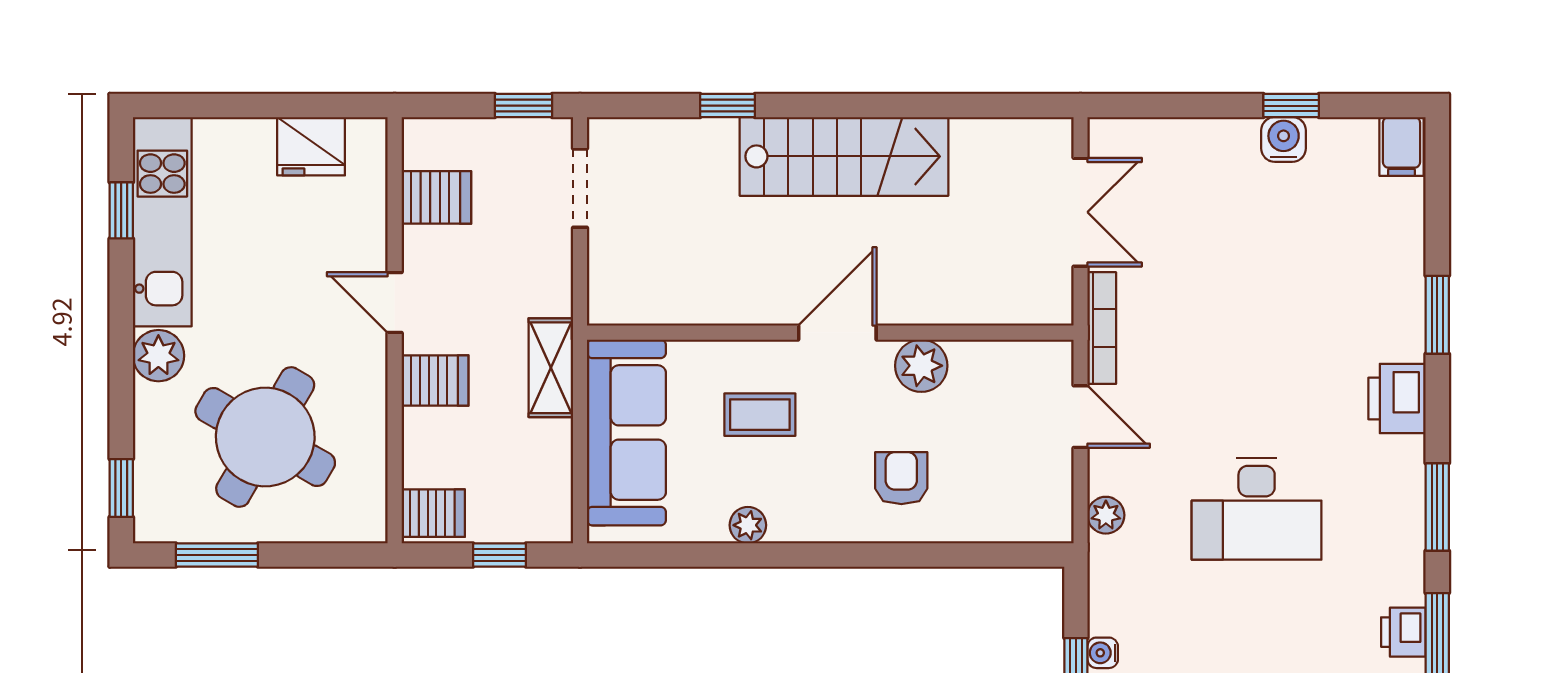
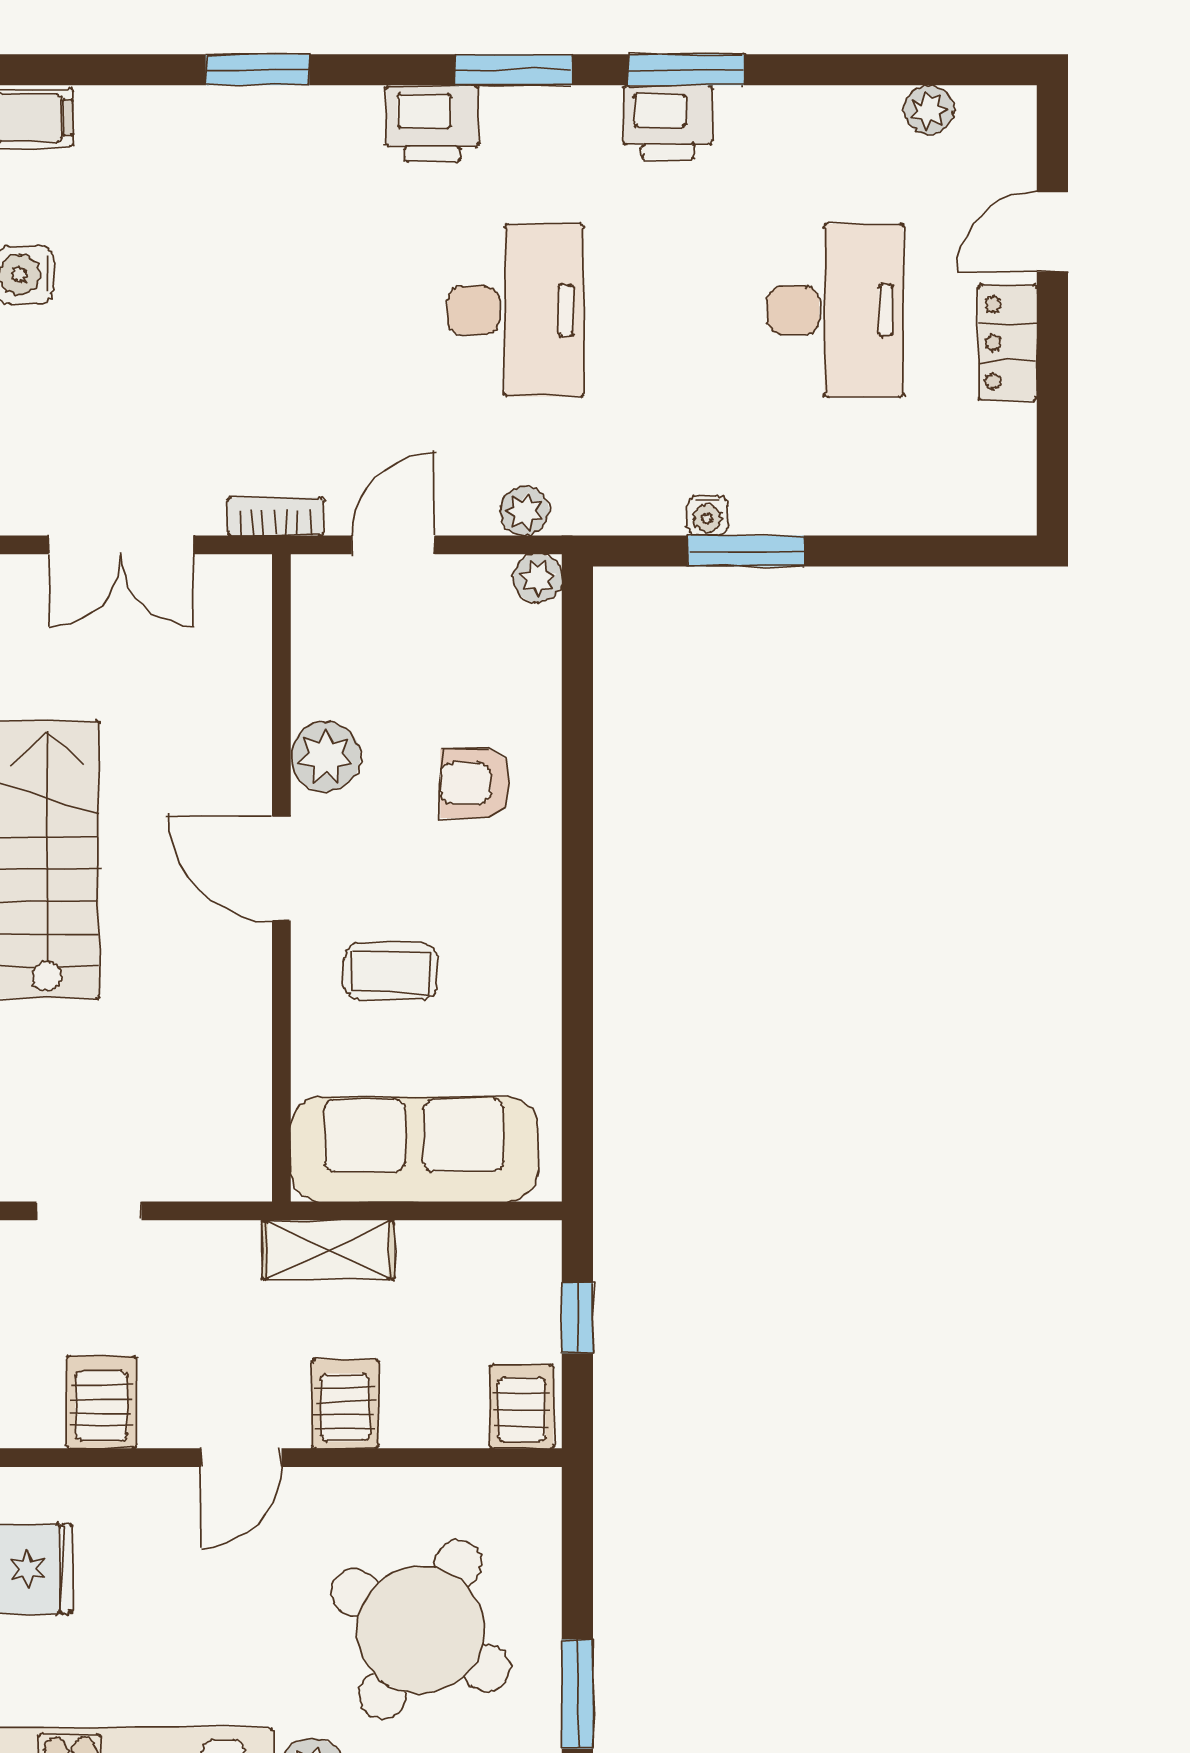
double door: (1080, 212) -> (121, 545), swing flipped
bookcase: (1102, 328) -> (275, 516), width x0.64
printer: (1397, 398) -> (432, 123), moved
coffee table: (760, 415) -> (391, 972), turned 90
plant: (748, 525) -> (538, 578), moved
printer: (1403, 632) -> (668, 122), width x1.36, depth x1.24

